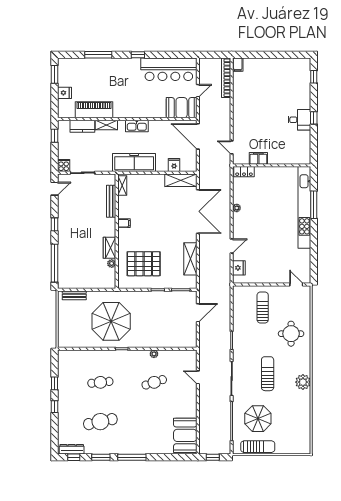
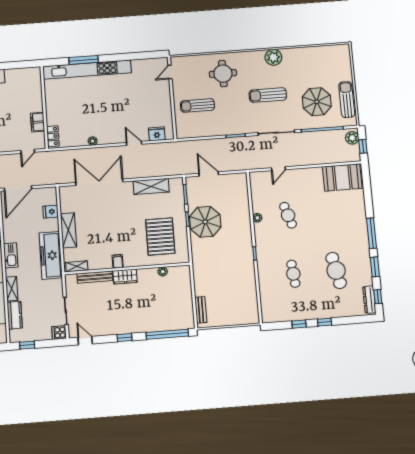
shelving: (181, 180) -> (68, 230), moved
wardrobe: (110, 248) -> (125, 277), moved
parasol: (111, 321) -> (205, 222), moved, width x0.73, depth x0.73
plant: (221, 448) -> (352, 138), added

